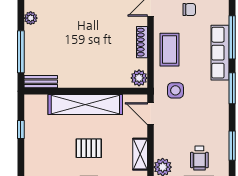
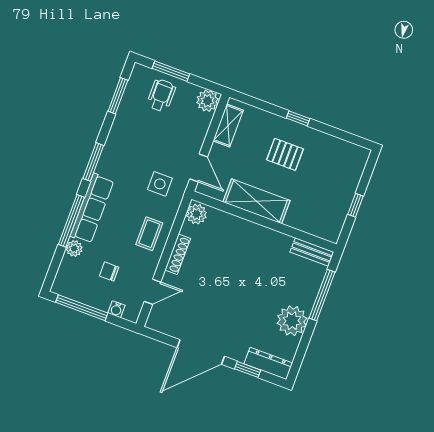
plant: (222, 17) -> (74, 248), added
plant: (31, 18) -> (292, 321), width x1.87, depth x1.87
coffee table: (169, 50) -> (149, 234), width x0.73, depth x0.77
shelving: (85, 105) -> (256, 201), width x0.68

